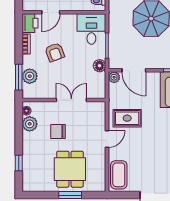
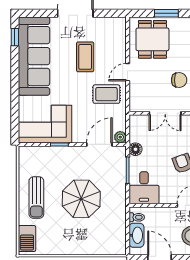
door: (134, 70) -> (99, 144), hinge flipped
dining table: (70, 169) -> (152, 39), moved
coffee table: (119, 175) -> (85, 57), moved

